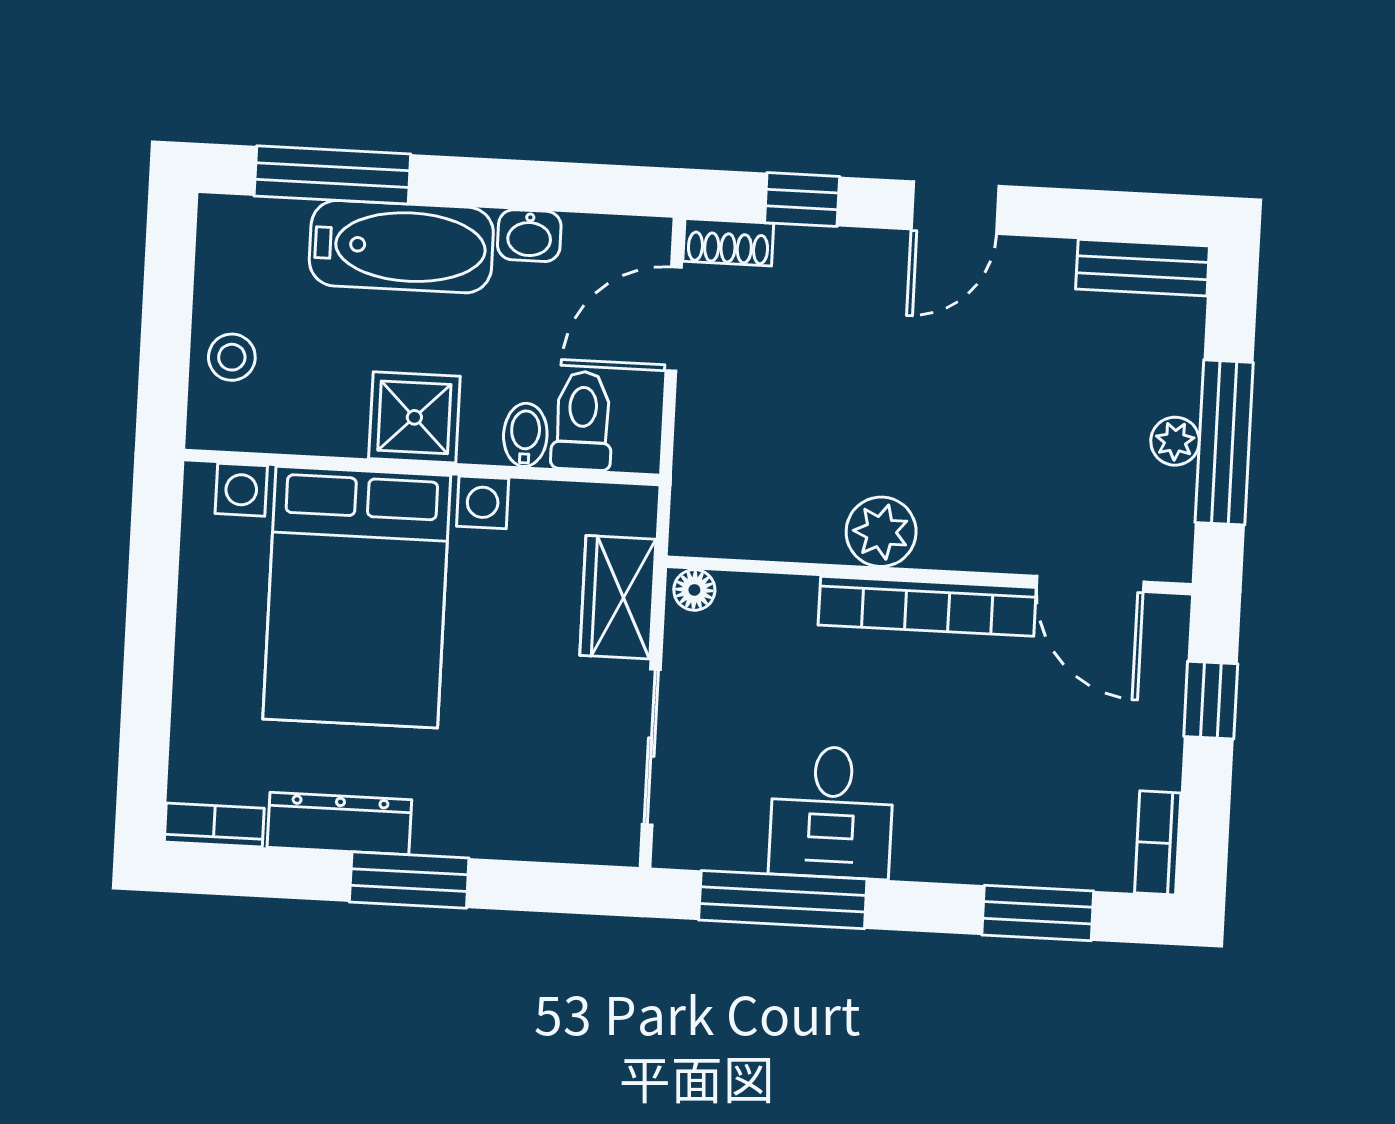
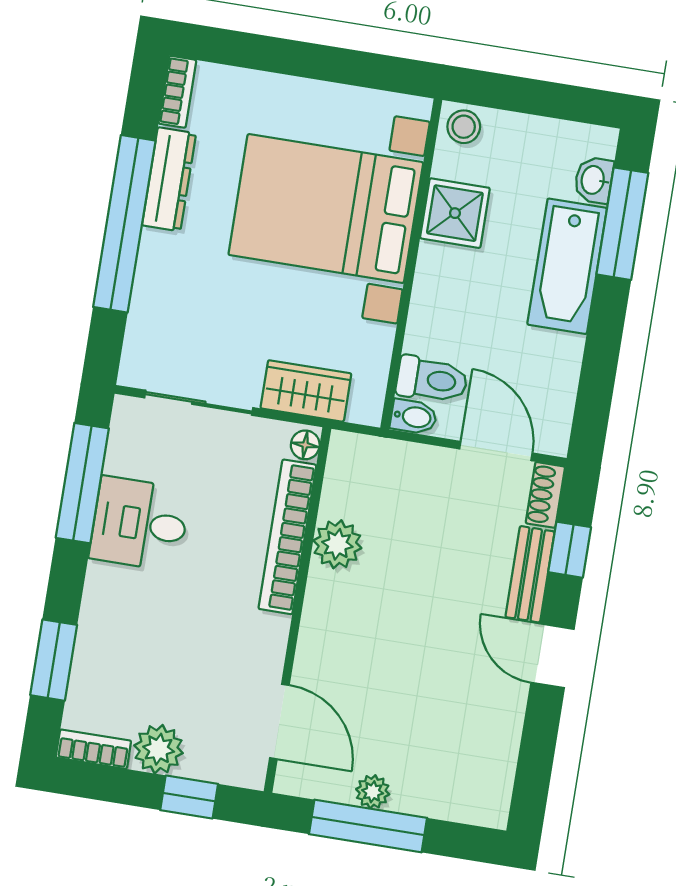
washbasin: (529, 236) -> (594, 180), moved
bench: (1143, 268) -> (530, 574), moved
stool: (232, 357) -> (464, 127), moved
shower: (414, 417) -> (455, 213), moved
bidet: (525, 435) -> (414, 417), moved
plant: (881, 532) -> (337, 544), moved
door: (1090, 584) -> (279, 722), swing flipped
bookcase: (927, 606) -> (287, 537), moved
plant: (1148, 751) -> (159, 749), added
window: (409, 880) -> (124, 224), width x2.11

